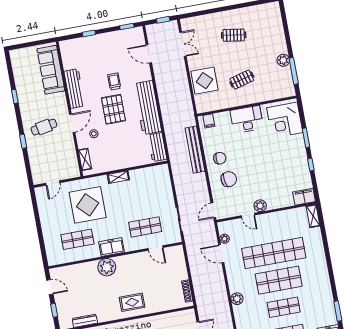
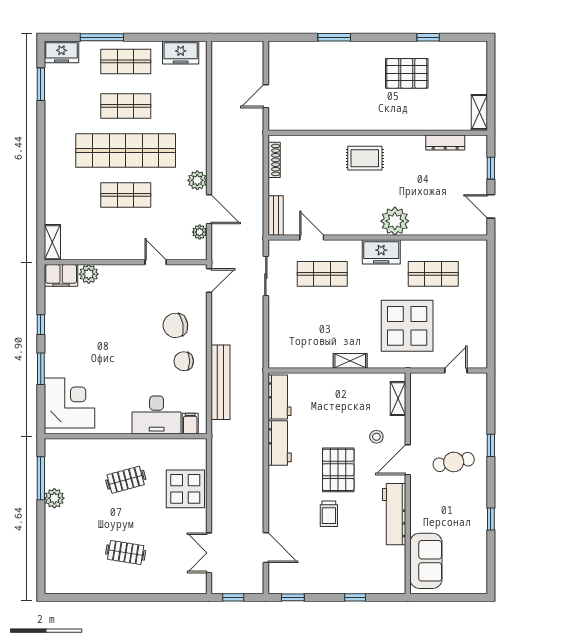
sofa: (51, 70) -> (426, 561), width x0.73
workbench: (148, 108) -> (280, 443), width x0.53, depth x0.76
desk: (247, 119) -> (157, 415), moved
plant: (260, 206) -> (89, 274), moved
shop shelf: (274, 253) -> (126, 195), width x0.50, depth x0.74
bench: (180, 257) -> (276, 215), added
shop shelf: (279, 280) -> (126, 150), width x1.40
plant: (237, 299) -> (197, 180), moved

